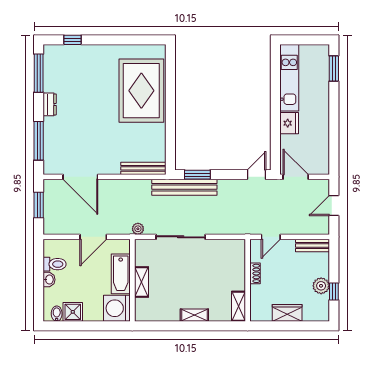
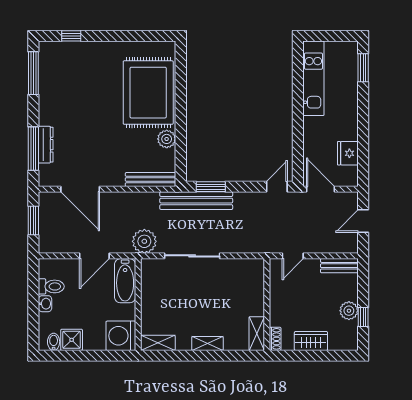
dresser: (50, 104) -> (46, 145), moved, width x1.44
fridge: (289, 123) -> (348, 153), moved, turned 180
plant: (158, 132) -> (167, 139), added
plant: (138, 229) -> (144, 241), width x1.88, depth x1.88
shoe rack: (255, 273) -> (275, 339), moved
bathtub: (121, 274) -> (125, 281), moved
shelving: (141, 282) -> (158, 343), moved, turned 90

